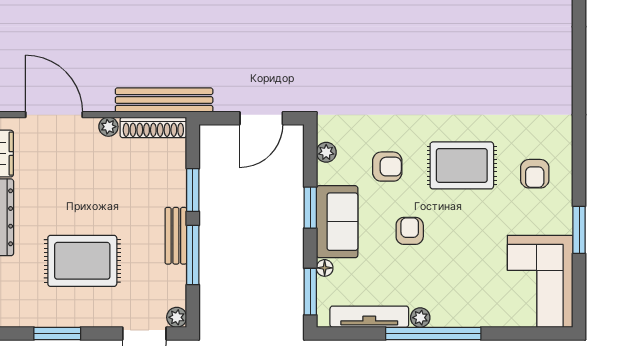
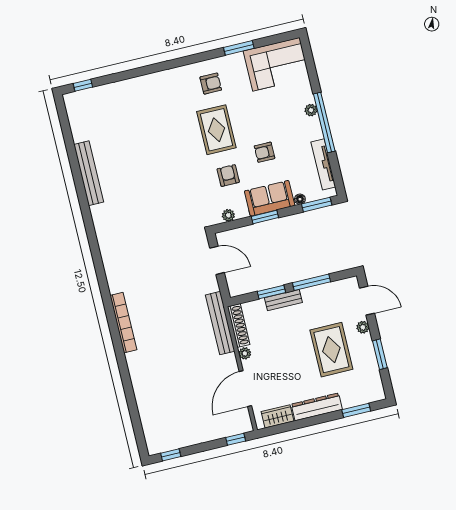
bench: (176, 236) -> (283, 300), moved
plant: (177, 317) -> (363, 327), moved
plant: (420, 318) -> (311, 110), moved

